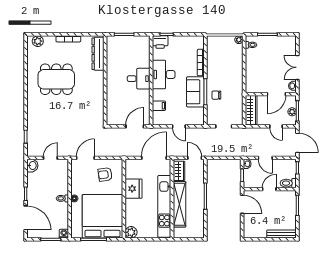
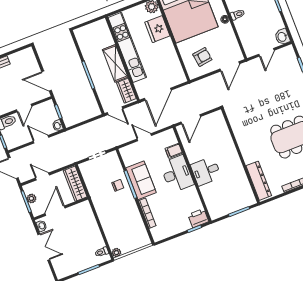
desk: (164, 74) -> (177, 174), moved
fridge: (133, 189) -> (157, 29), moved
shelving: (179, 204) -> (115, 63), width x0.68

